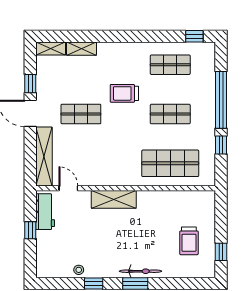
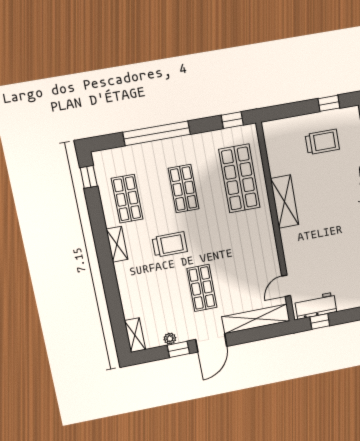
shelving: (81, 49) -> (117, 244), moved
plant: (41, 78) -> (170, 339), added
trolley: (124, 93) -> (170, 244), turned -90
window: (221, 145) -> (232, 120), moved
shelving: (114, 199) -> (285, 202), moved
window: (30, 230) -> (320, 321), moved

